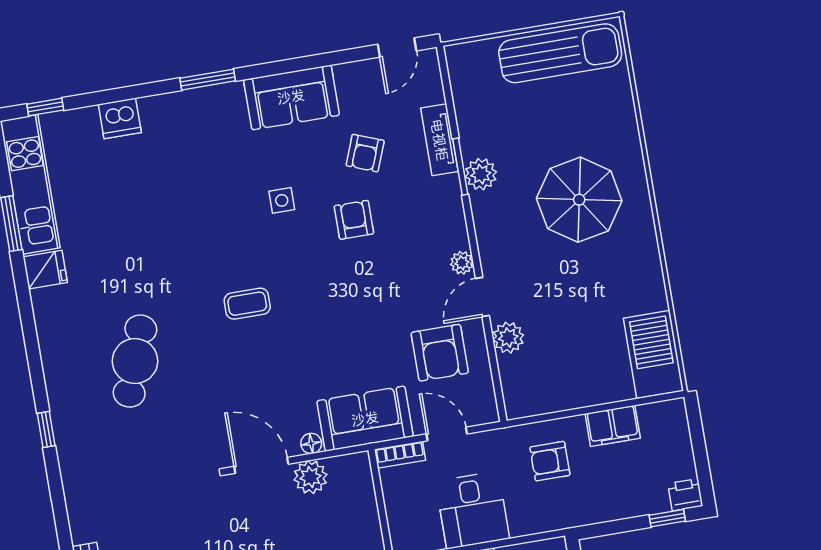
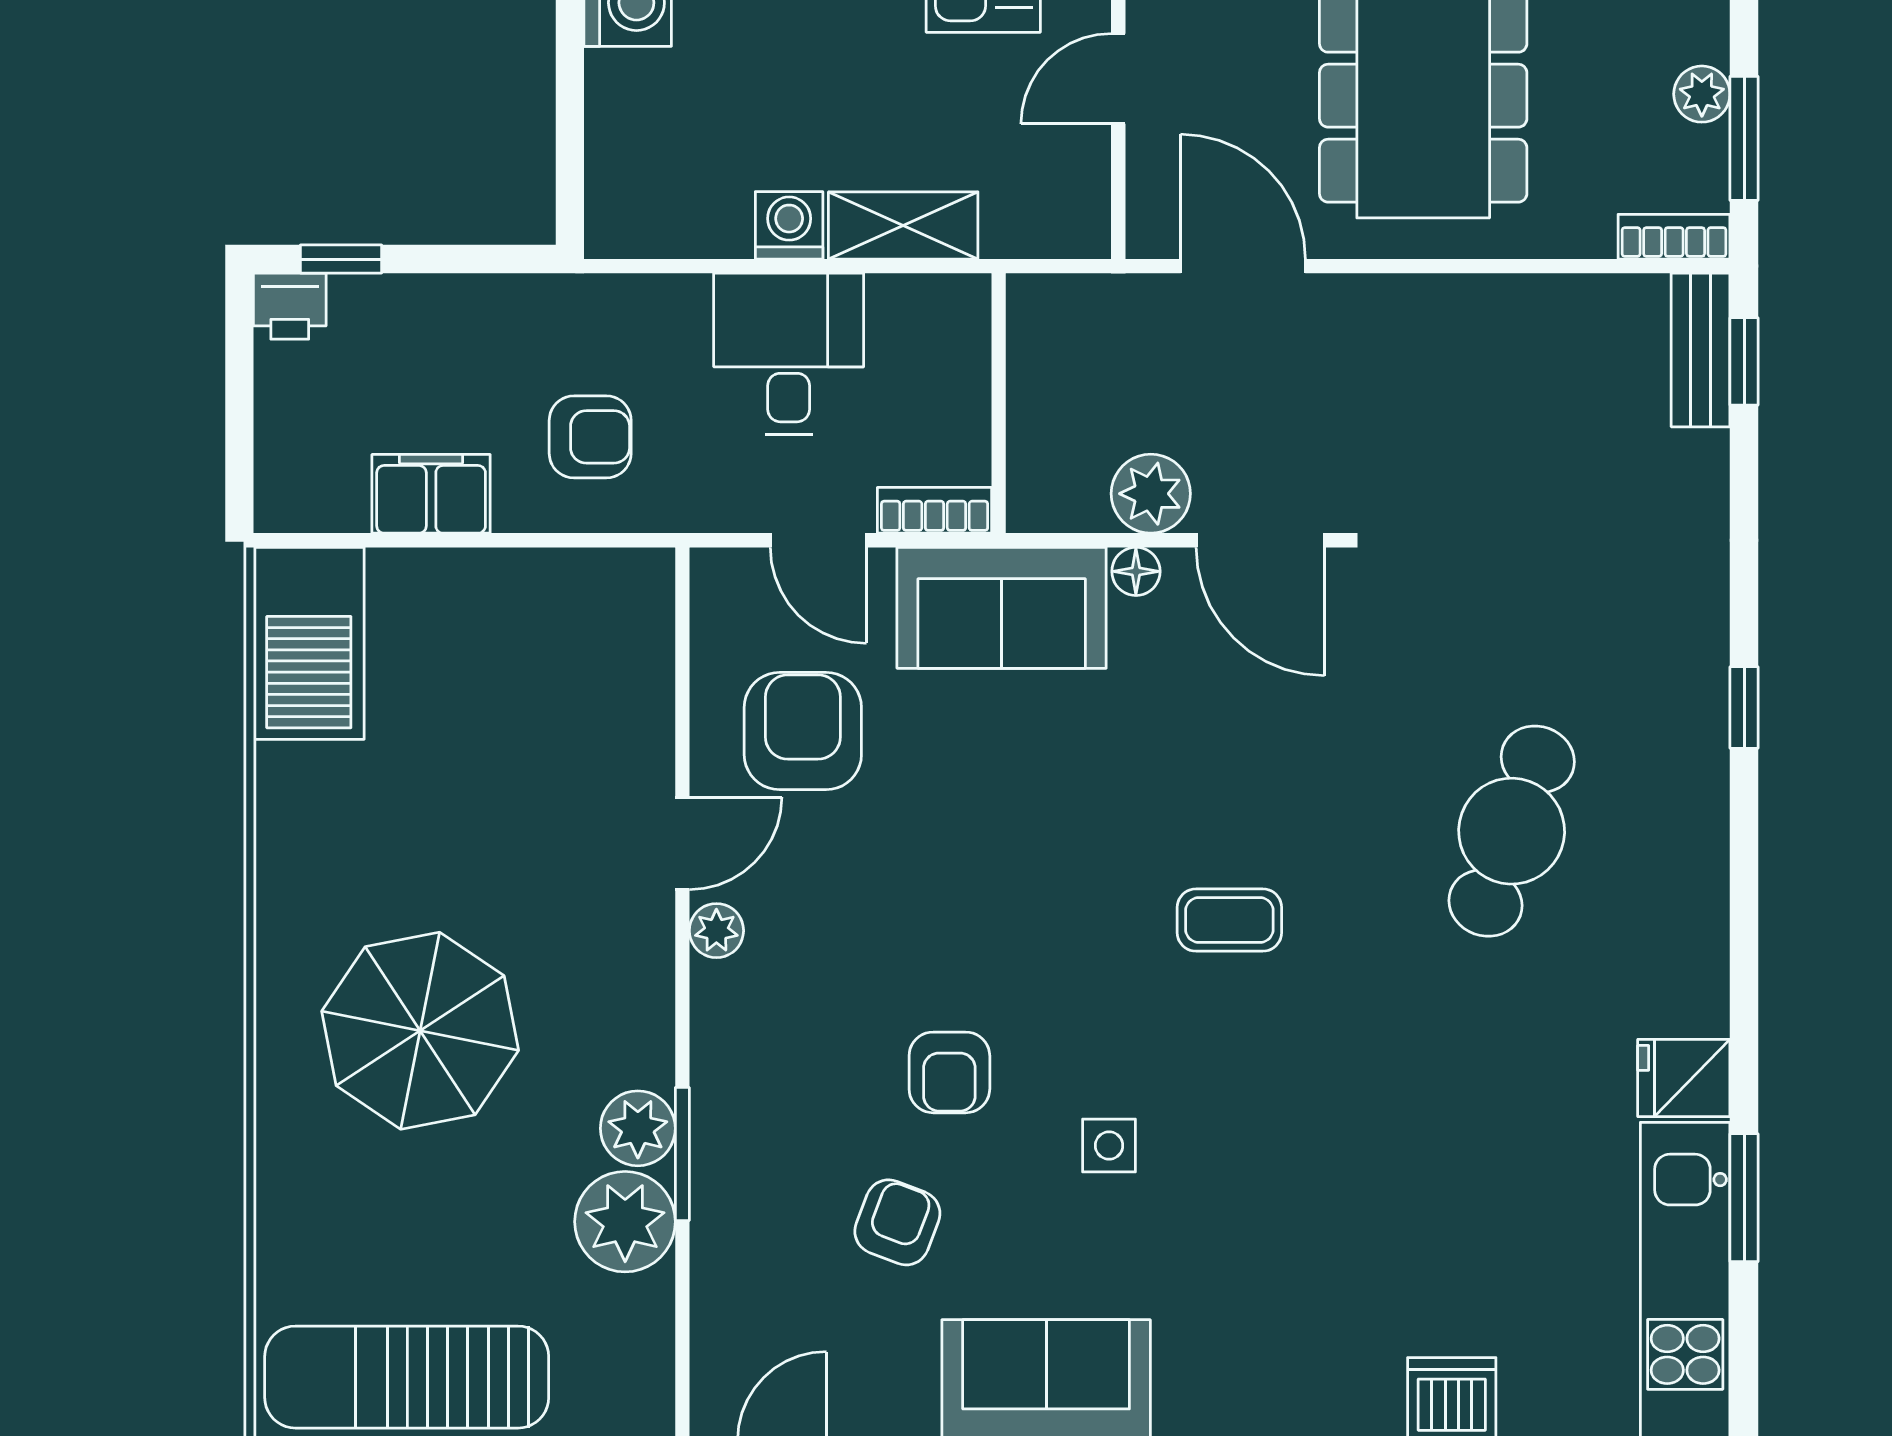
tv unit: (439, 140) -> (720, 1224), removed
plant: (508, 338) -> (625, 1222), moved, width x1.36, depth x1.36

